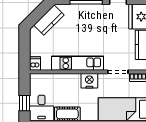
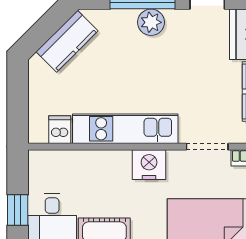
plant: (90, 11) -> (151, 22), added
dishwasher: (35, 64) -> (60, 130), moved

